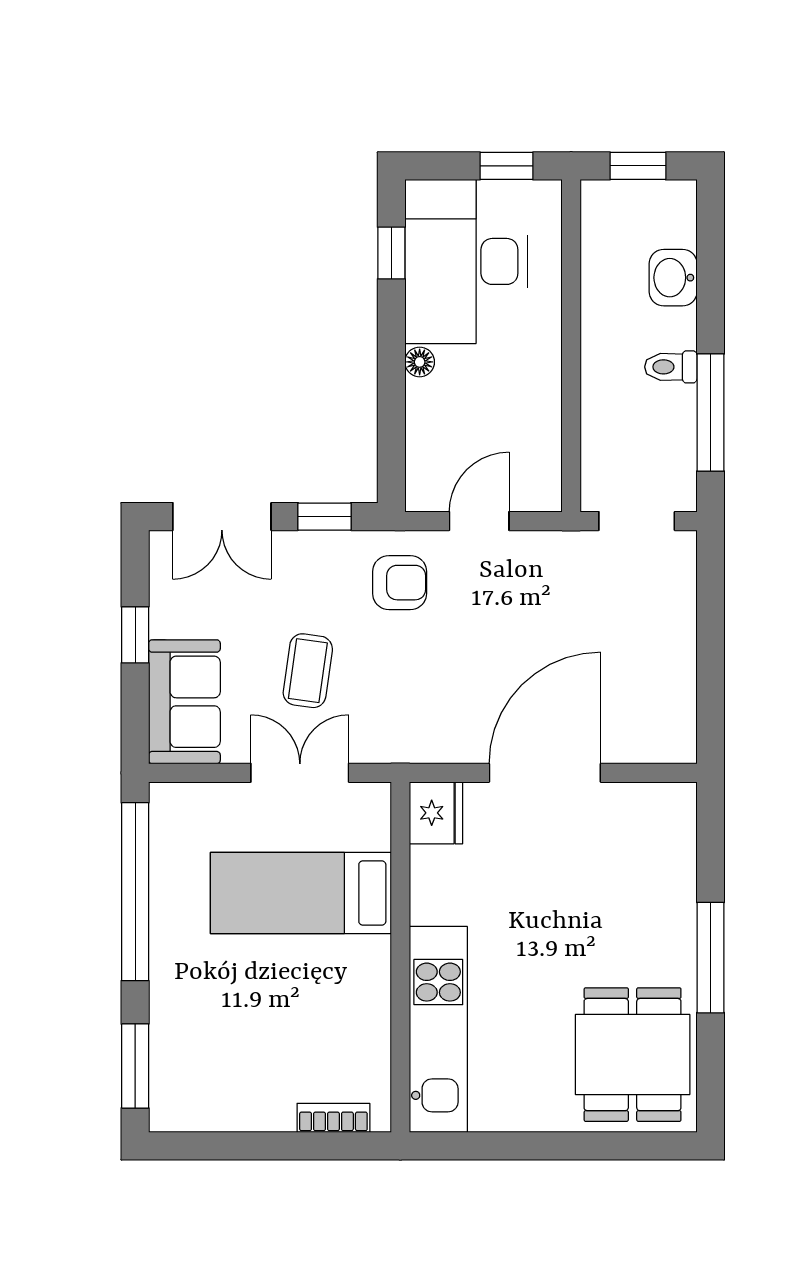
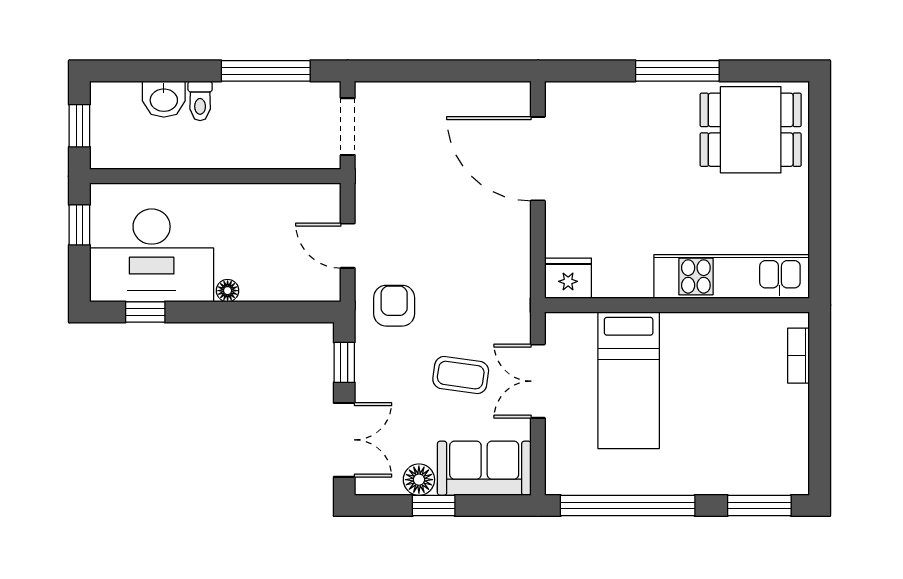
toilet: (671, 367) -> (200, 101), moved
floor lamp: (169, 615) -> (419, 480), added
door: (545, 773) -> (538, 159), moved

